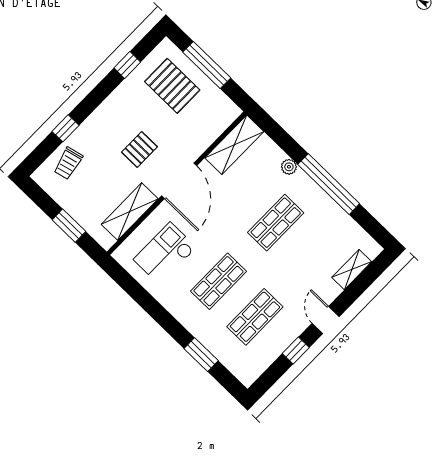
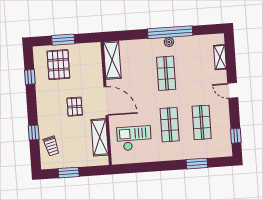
window: (207, 65) -> (63, 40), width x0.69
pallet: (172, 86) -> (58, 65), turned 90
plant: (289, 167) -> (169, 42), moved
window: (69, 226) -> (69, 173), moved
checkout: (165, 253) -> (134, 138), turned 90
window: (296, 351) -> (236, 136), moved

